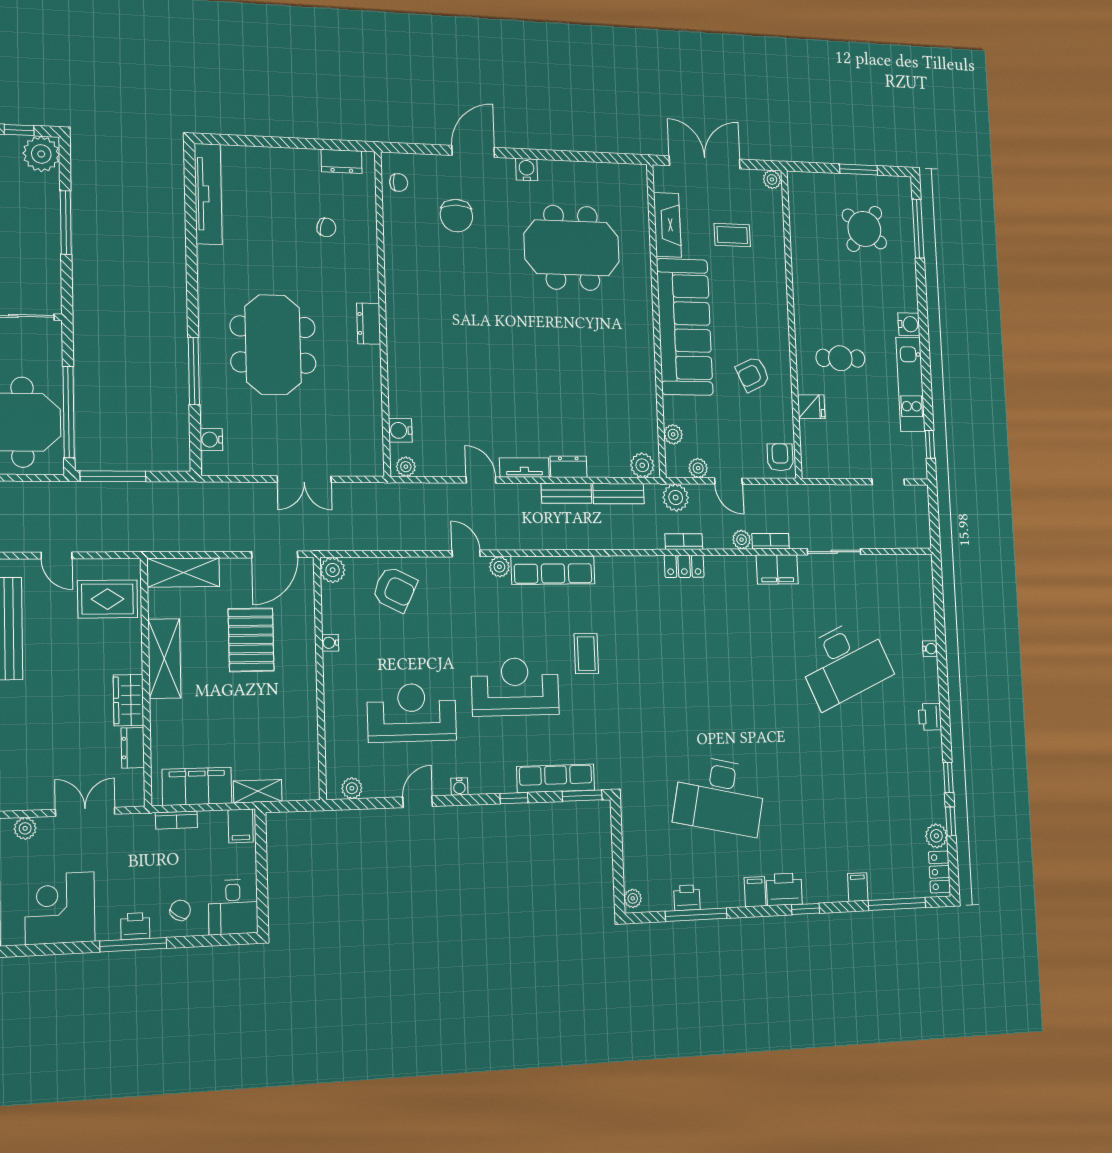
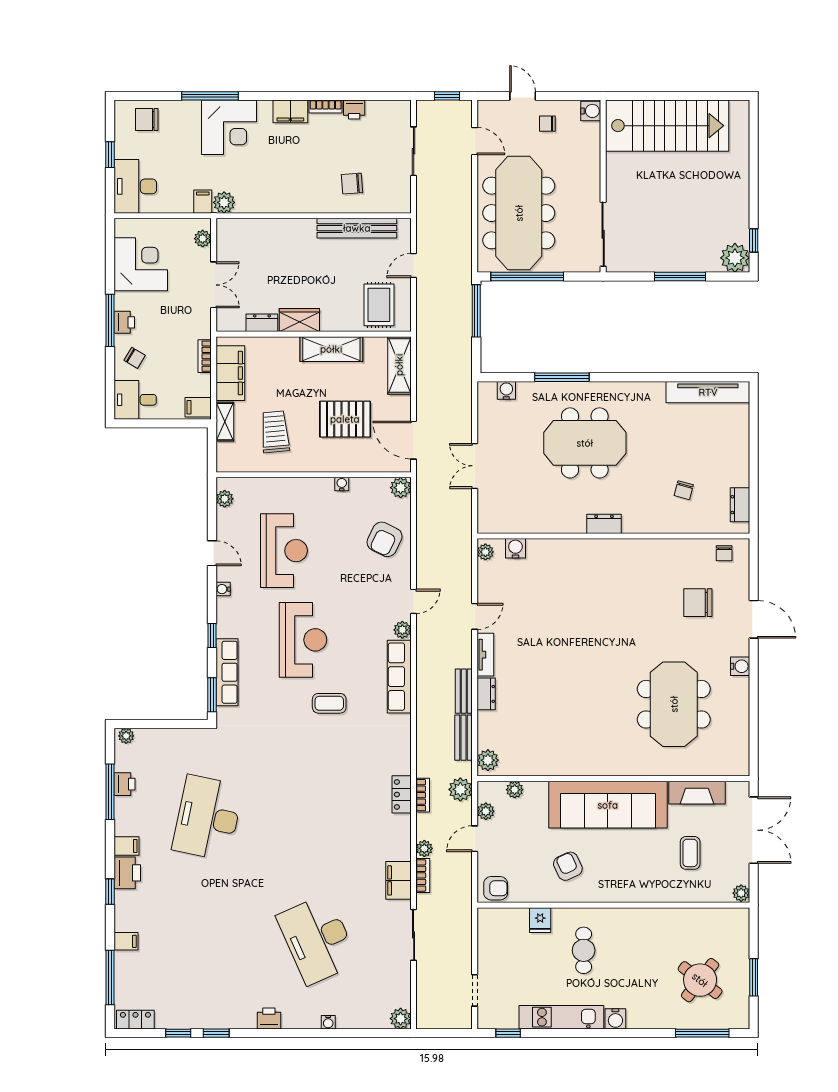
trolley: (269, 727) -> (275, 432), added
plant: (936, 836) -> (401, 1019), moved

